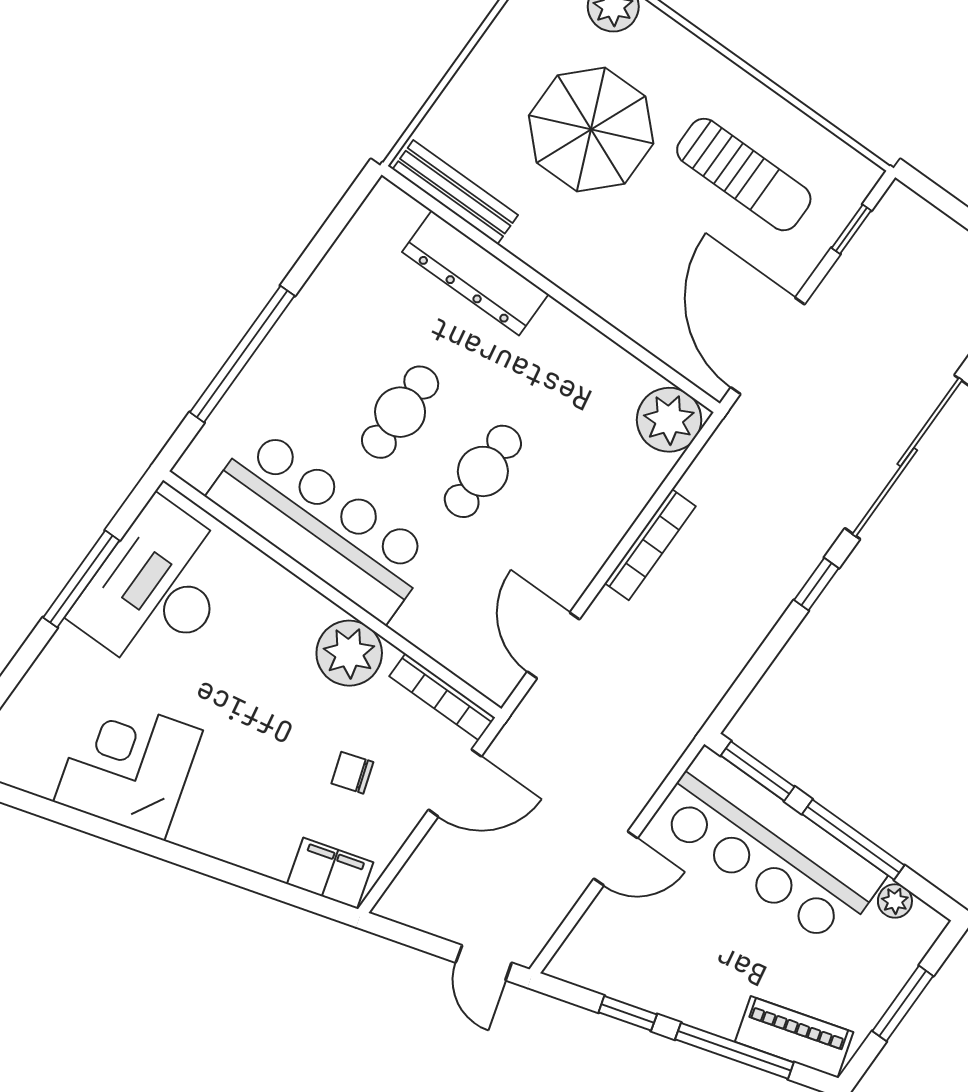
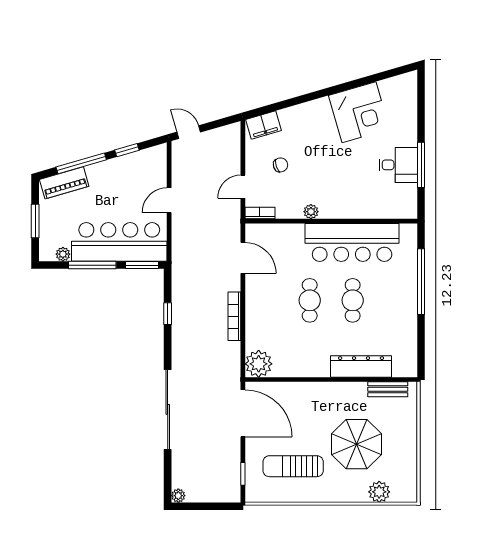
bench: (455, 192) -> (388, 389), width x0.73
window: (816, 584) -> (168, 314), moved
desk: (157, 588) -> (398, 165), width x0.53, depth x0.77
plant: (349, 653) -> (311, 212), width x0.53, depth x0.53
bookcase: (442, 697) -> (260, 213), width x0.64
door: (455, 783) -> (243, 187), width x0.73

